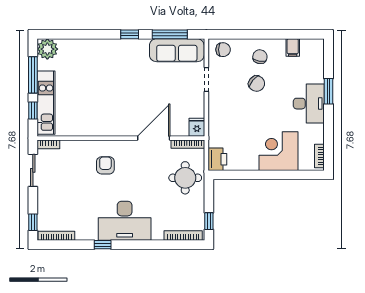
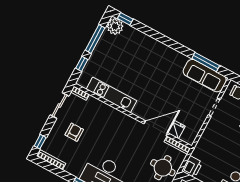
window: (130, 34) -> (125, 19), moved
kitchen unit: (46, 103) -> (111, 95), moved, turned -90
fridge: (197, 127) -> (176, 130), moved
armchair: (105, 165) -> (74, 132), moved

